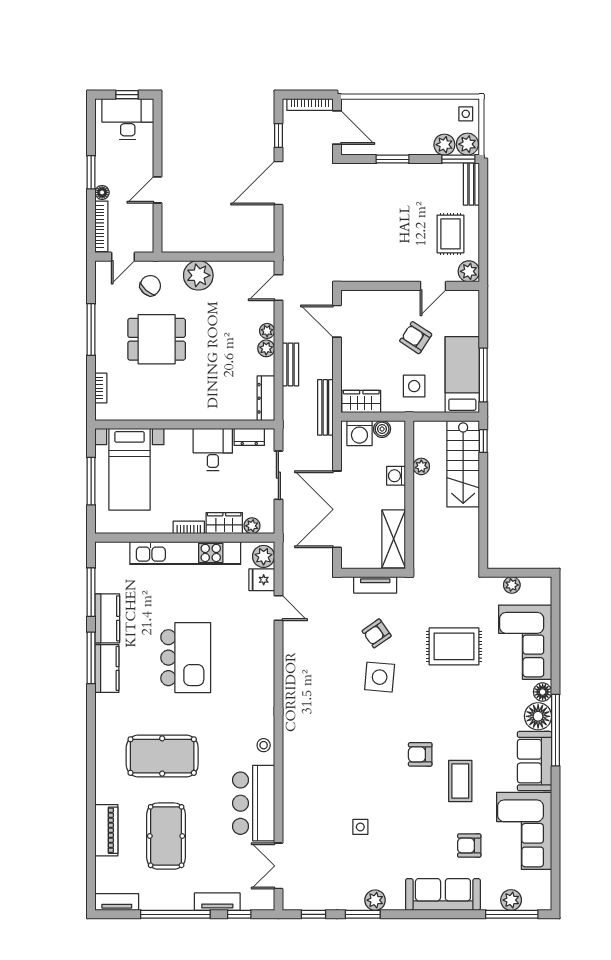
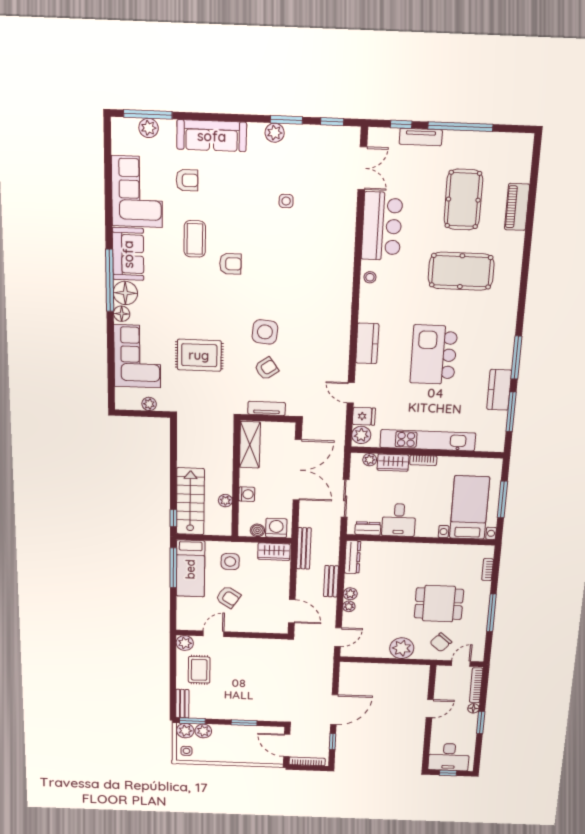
kitchen counter: (107, 668) -> (367, 343), moved, turned 180
tv unit: (117, 902) -> (514, 140), removed

